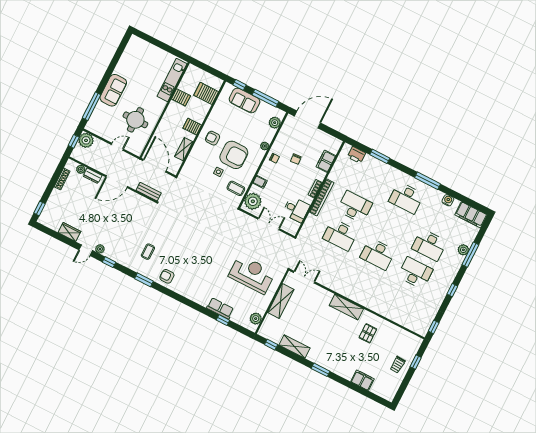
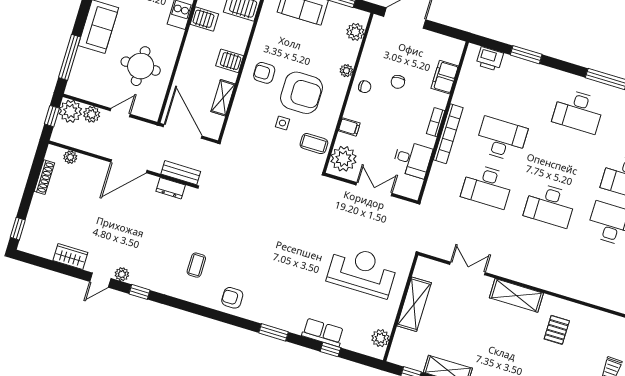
plant: (99, 145) -> (92, 114), added
dresser: (93, 176) -> (171, 188), moved
double door: (304, 277) -> (468, 268), moved
window: (144, 280) -> (274, 332), moved

